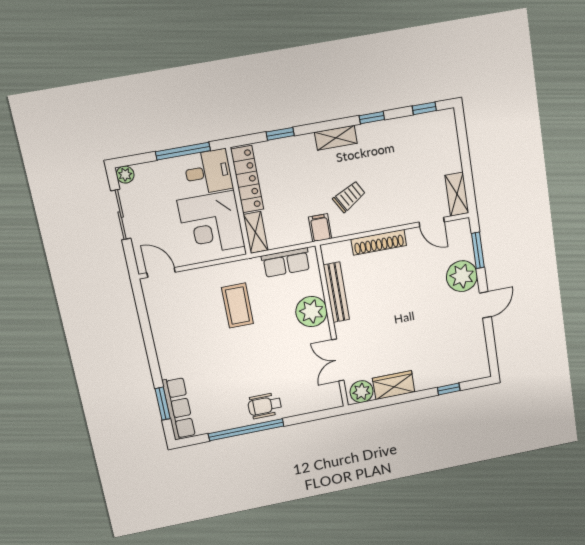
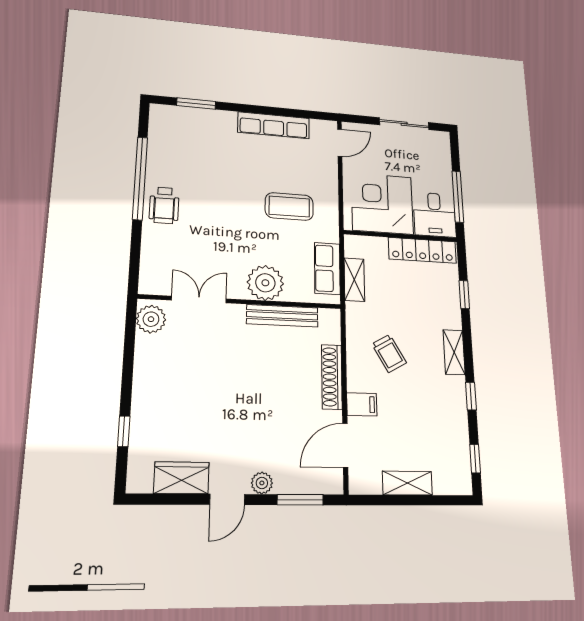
plant: (125, 175) -> (442, 139), removed
shelving: (457, 194) -> (407, 483), moved
door: (432, 222) -> (345, 445), width x1.38
filing cabinet: (320, 228) -> (362, 404), moved
shelving: (256, 232) -> (354, 280), moved, turned 90
plant: (462, 276) -> (262, 483), width x0.53, depth x0.53
door: (485, 305) -> (227, 499), hinge flipped
wardrobe: (394, 385) -> (181, 478), moved, turned -90
wheelchair: (265, 406) -> (164, 205), turned 180
row of seats: (179, 408) -> (274, 125), moved

